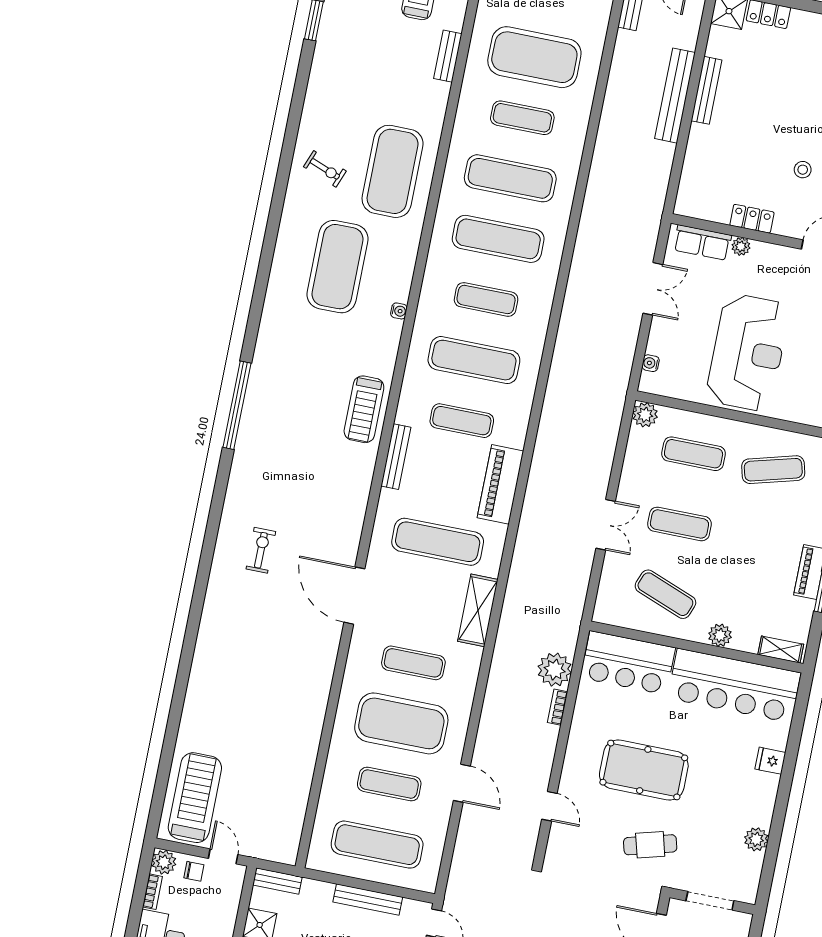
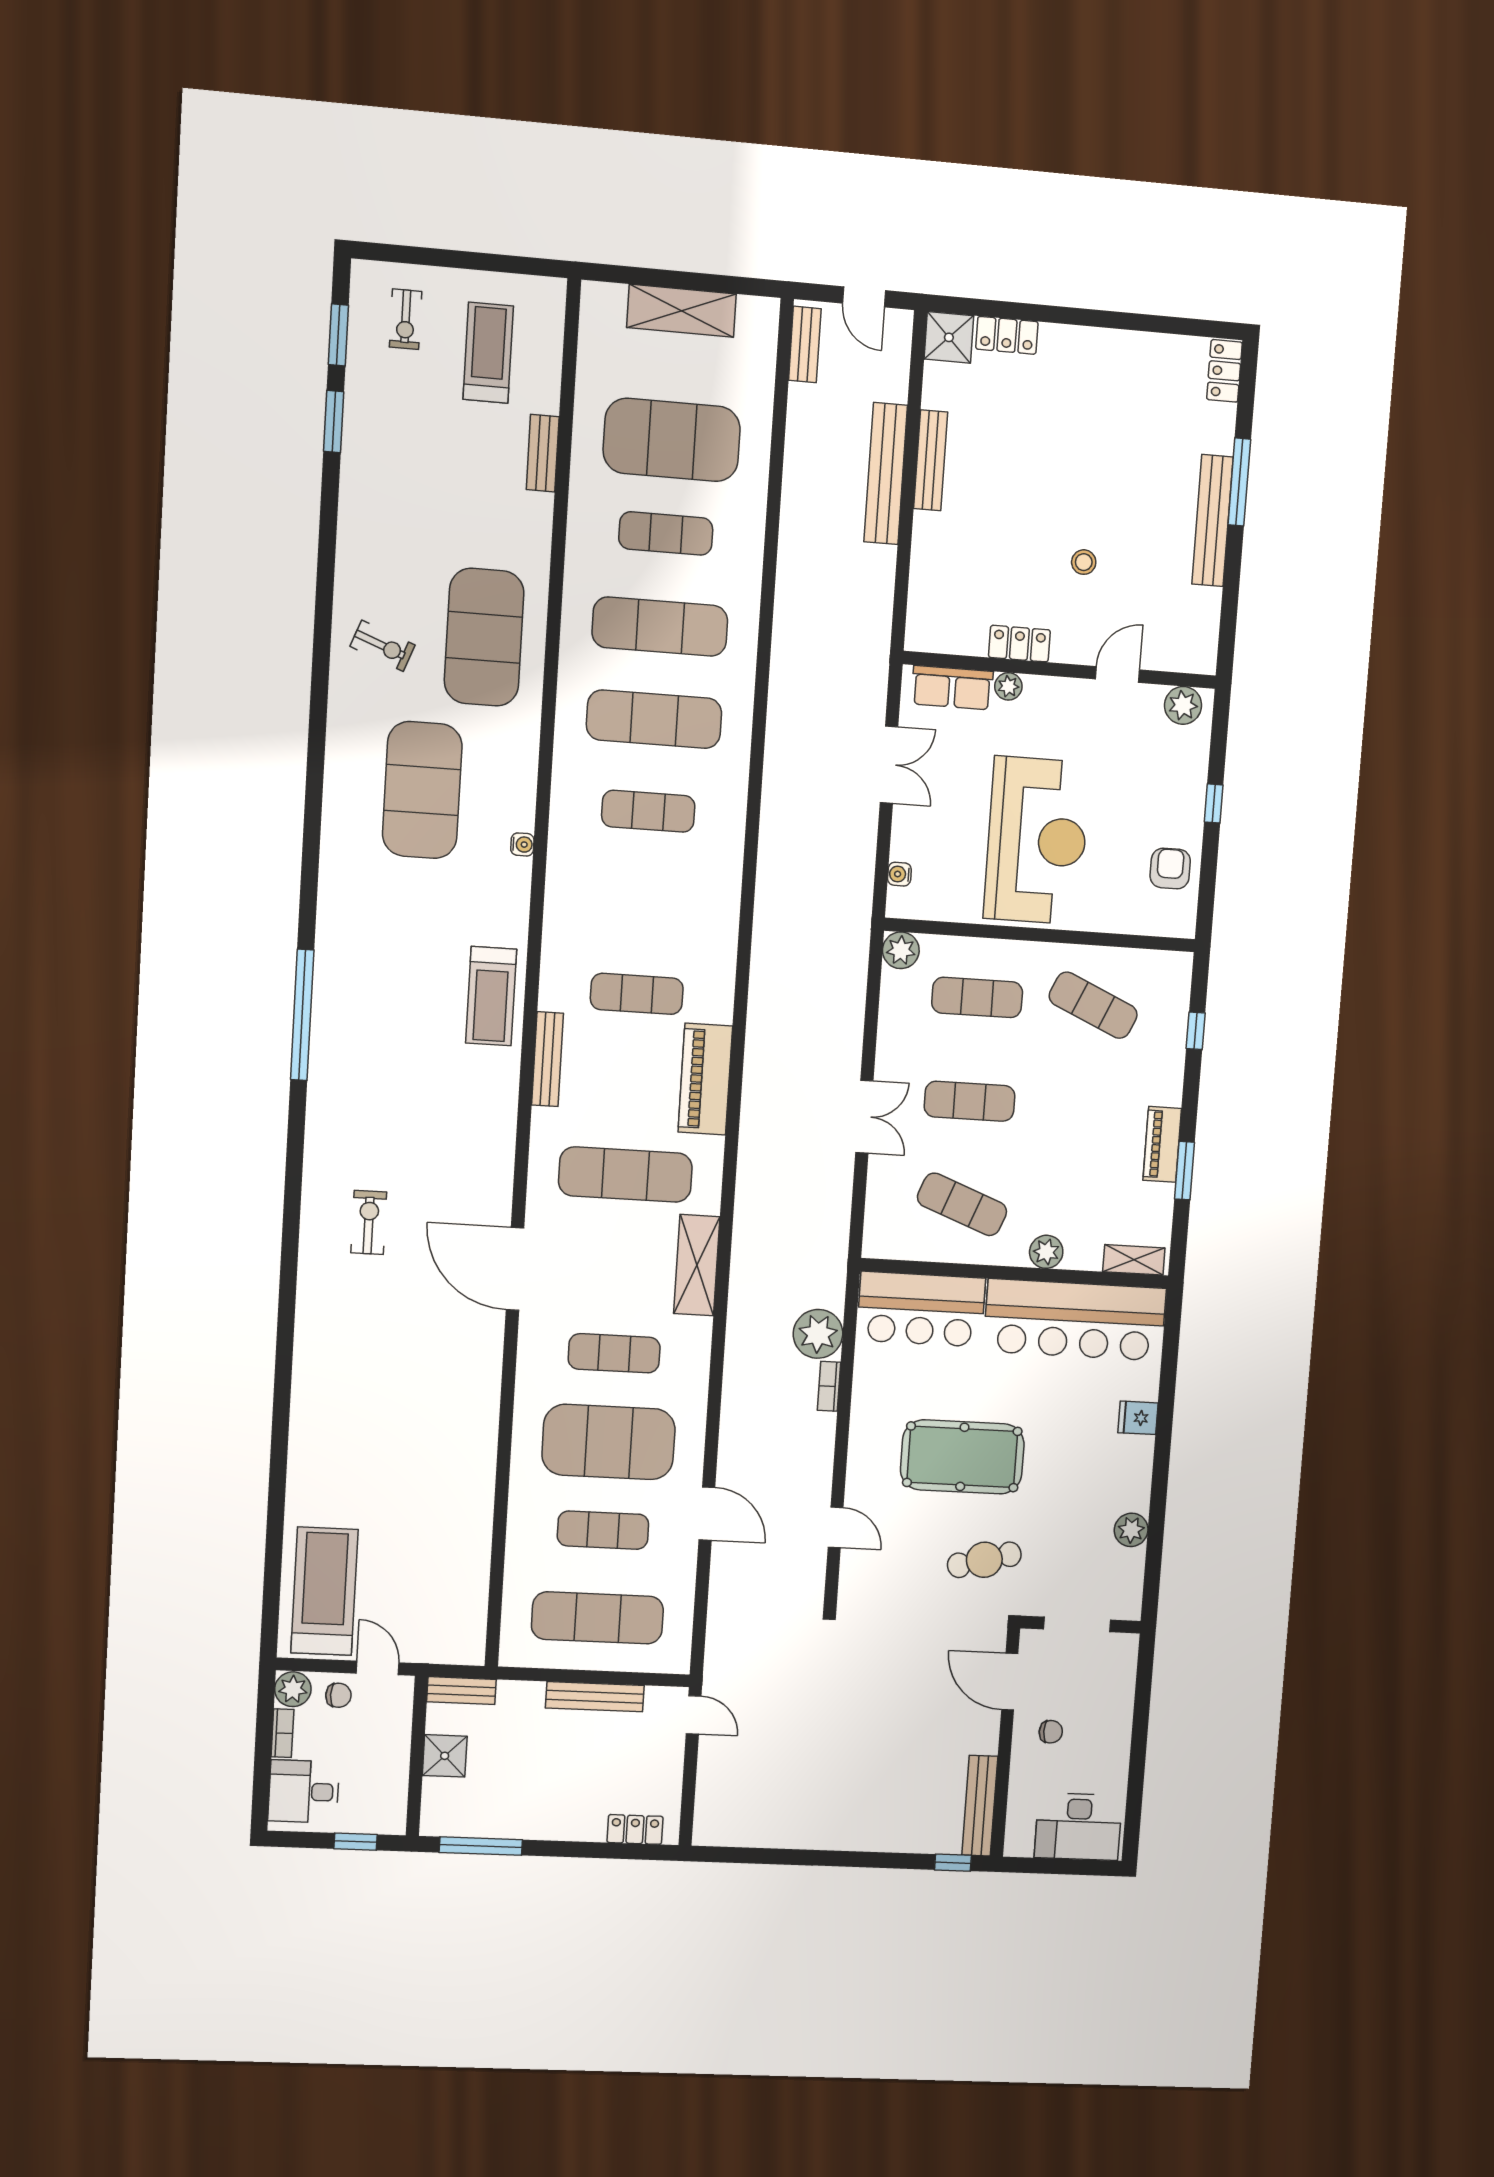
exercise mat: (474, 360) -> (643, 903), removed
exercise mat: (773, 470) -> (1093, 1005), turned 39

